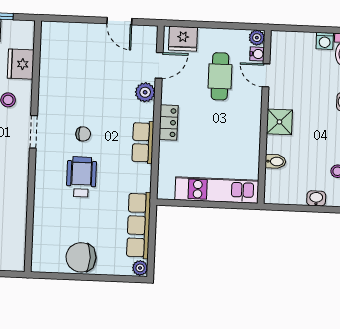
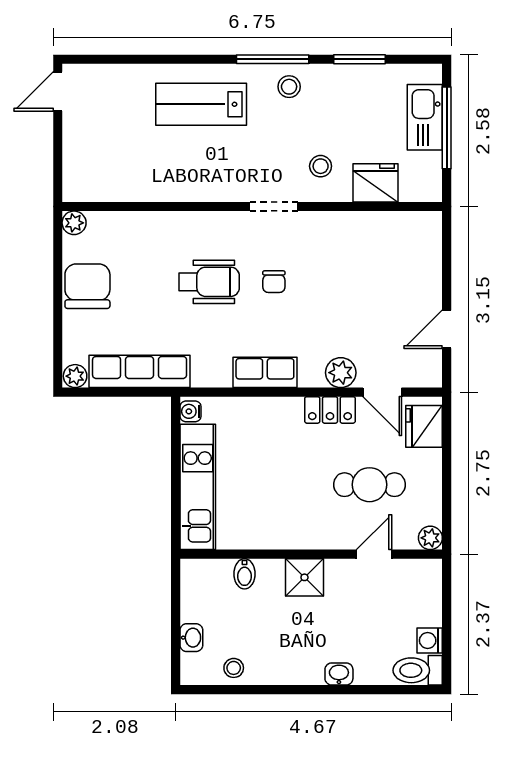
water cooler: (257, 54) -> (190, 411), moved, turned 90
locker: (169, 123) -> (330, 410), moved
plant: (39, 264) -> (74, 223), added

